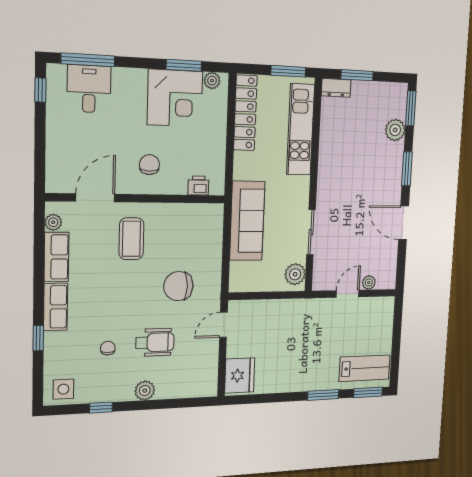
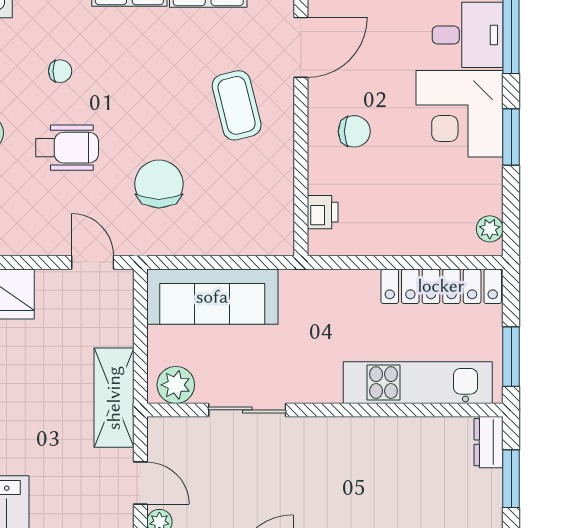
window: (184, 65) -> (511, 137), moved
corner desk: (175, 98) -> (460, 114), moved
door: (95, 198) -> (301, 47), hinge flipped
sofa: (247, 221) -> (212, 297), moved
coffee table: (131, 239) -> (237, 105), turned 76
shelving: (300, 310) -> (114, 398), added
wheelchair: (155, 342) -> (67, 148), turned -90

